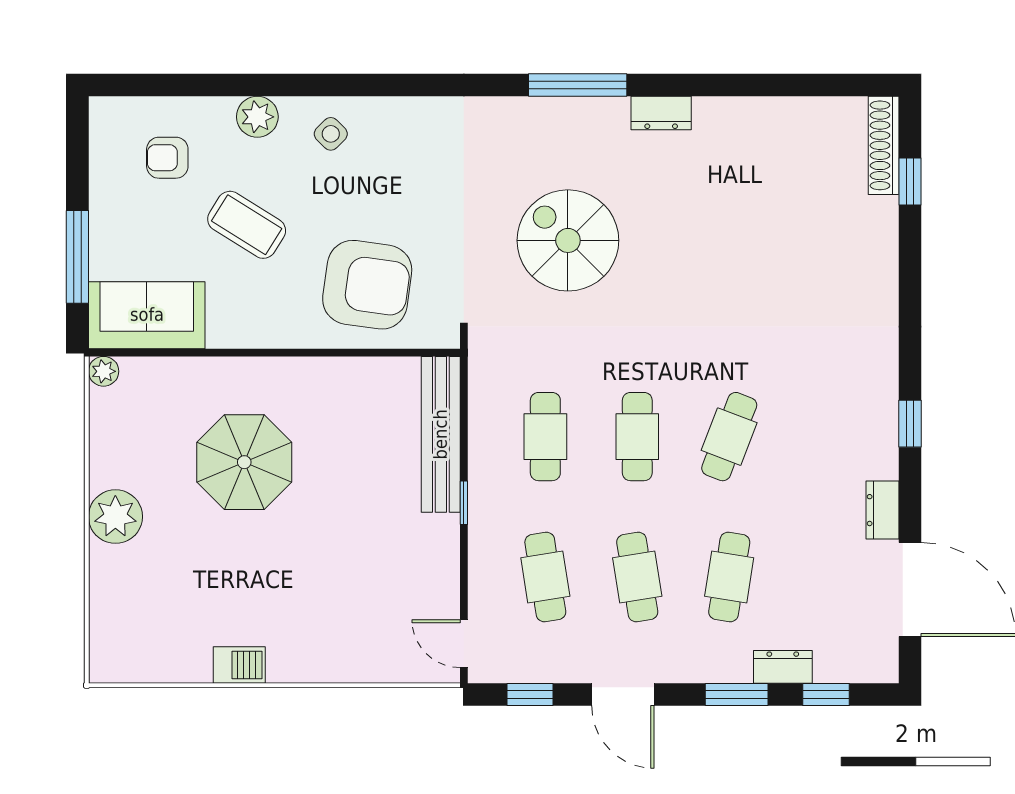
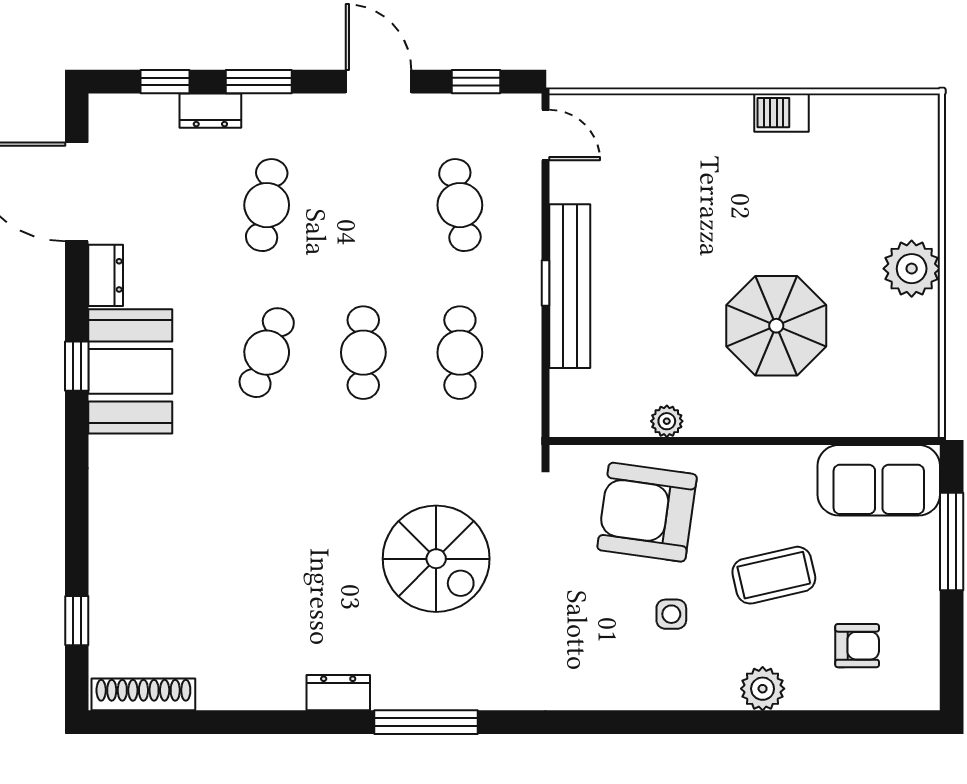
side table: (331, 134) -> (671, 614), moved, turned 45
shoe rack: (884, 145) -> (143, 694), moved, turned -90
coffee table: (247, 225) -> (774, 575), turned -45
plant: (104, 371) -> (667, 421), moved
booth: (859, 419) -> (130, 371), added
bench: (441, 434) -> (570, 286), moved
cafe table: (637, 577) -> (363, 205), removed

